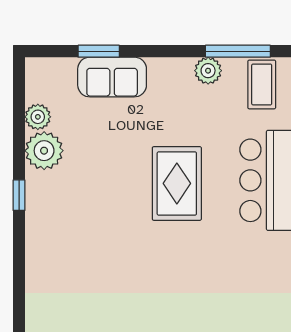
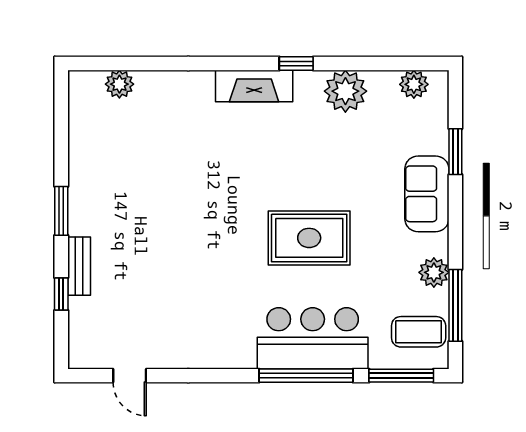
sofa: (112, 77) -> (427, 194), moved
plant: (38, 117) -> (414, 84), moved
fireplace: (39, 233) -> (254, 86), added

